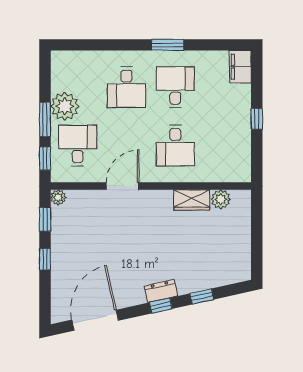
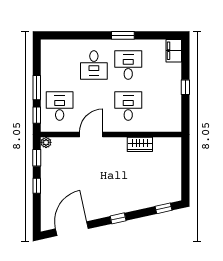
plant: (65, 106) -> (51, 79), removed
desk: (175, 146) -> (128, 106), turned 180
plant: (221, 199) -> (160, 144), removed
dresser: (161, 291) -> (118, 208), removed
window: (202, 296) -> (163, 208), moved

